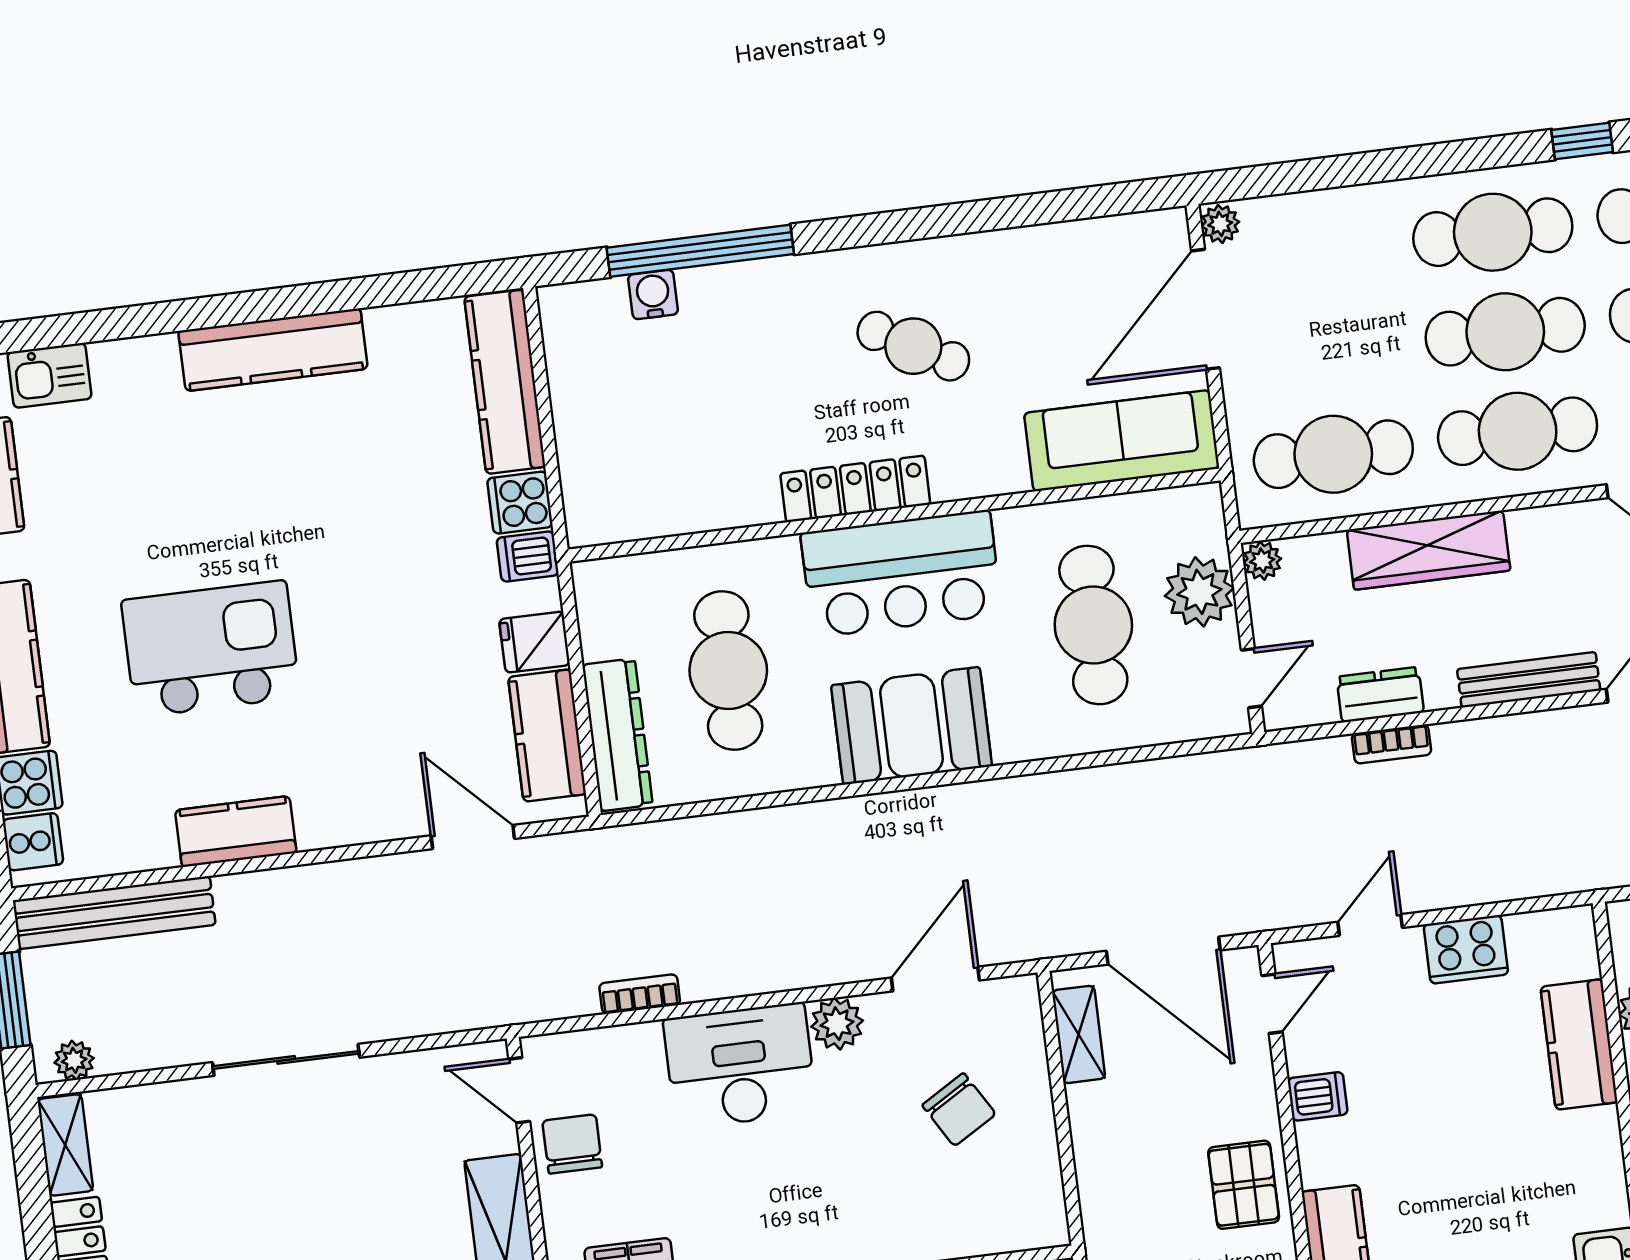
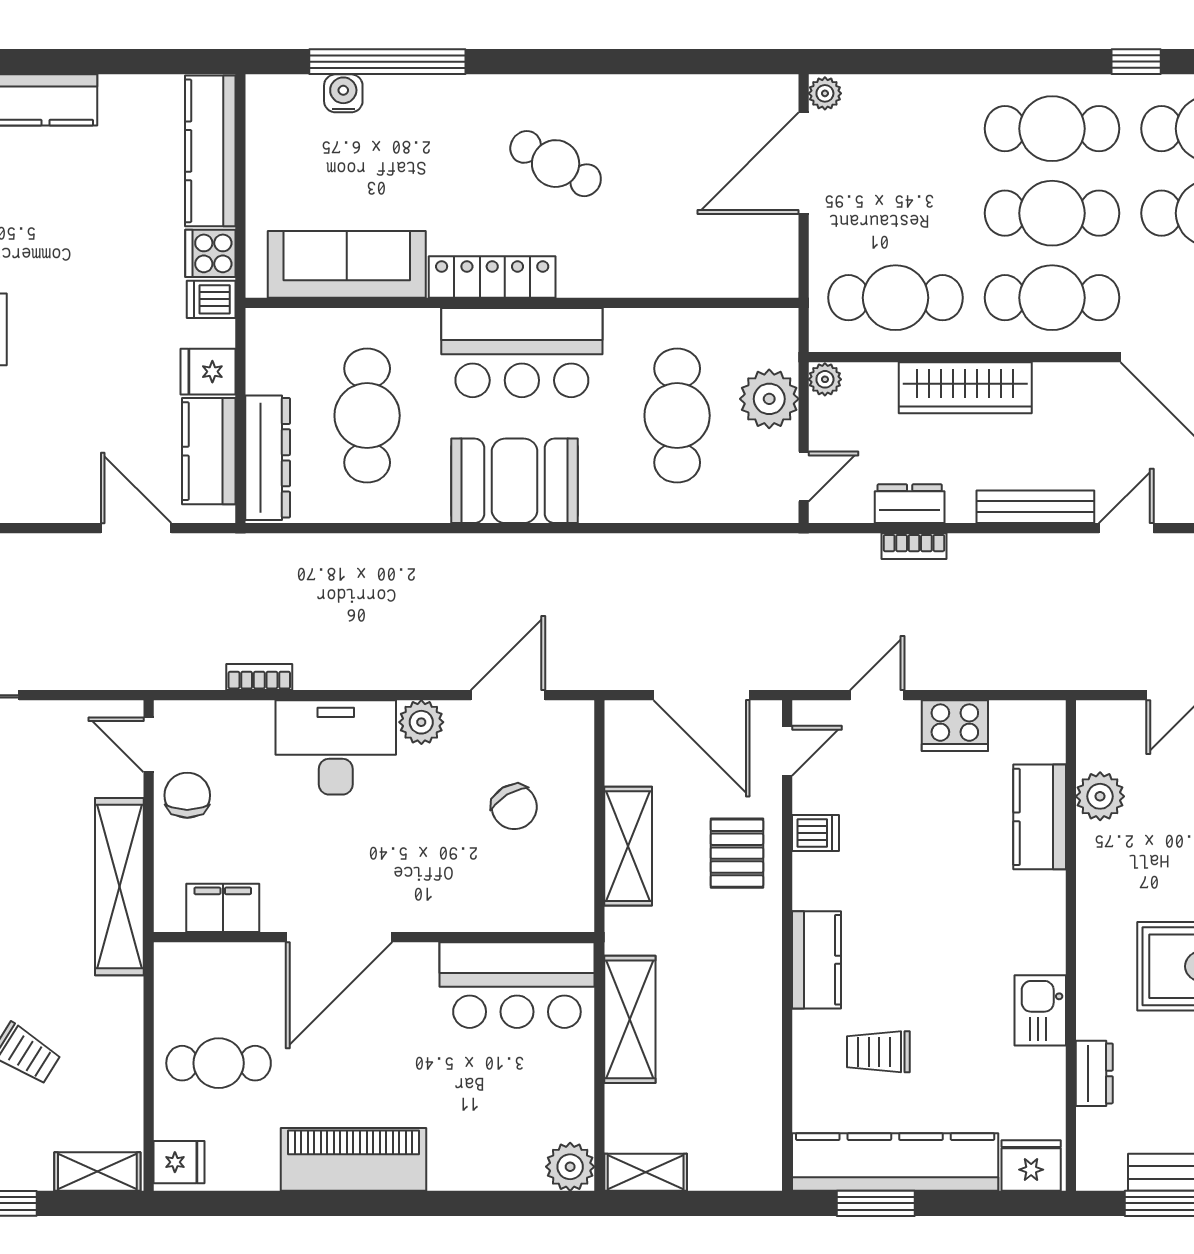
sofa: (1122, 441) -> (347, 264), moved
shelving: (1079, 1034) -> (628, 846), moved, width x1.50, depth x1.33
pallet: (1244, 1185) -> (737, 853), moved

